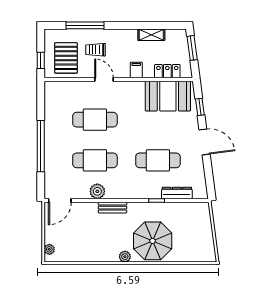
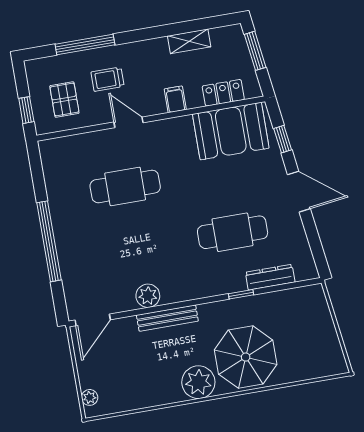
pallet: (66, 58) -> (64, 100), width x0.67, depth x0.71
cafe table: (95, 160) -> (136, 249), removed
bench: (112, 208) -> (167, 318), width x1.36
plant: (125, 257) -> (198, 382), width x1.88, depth x1.88

